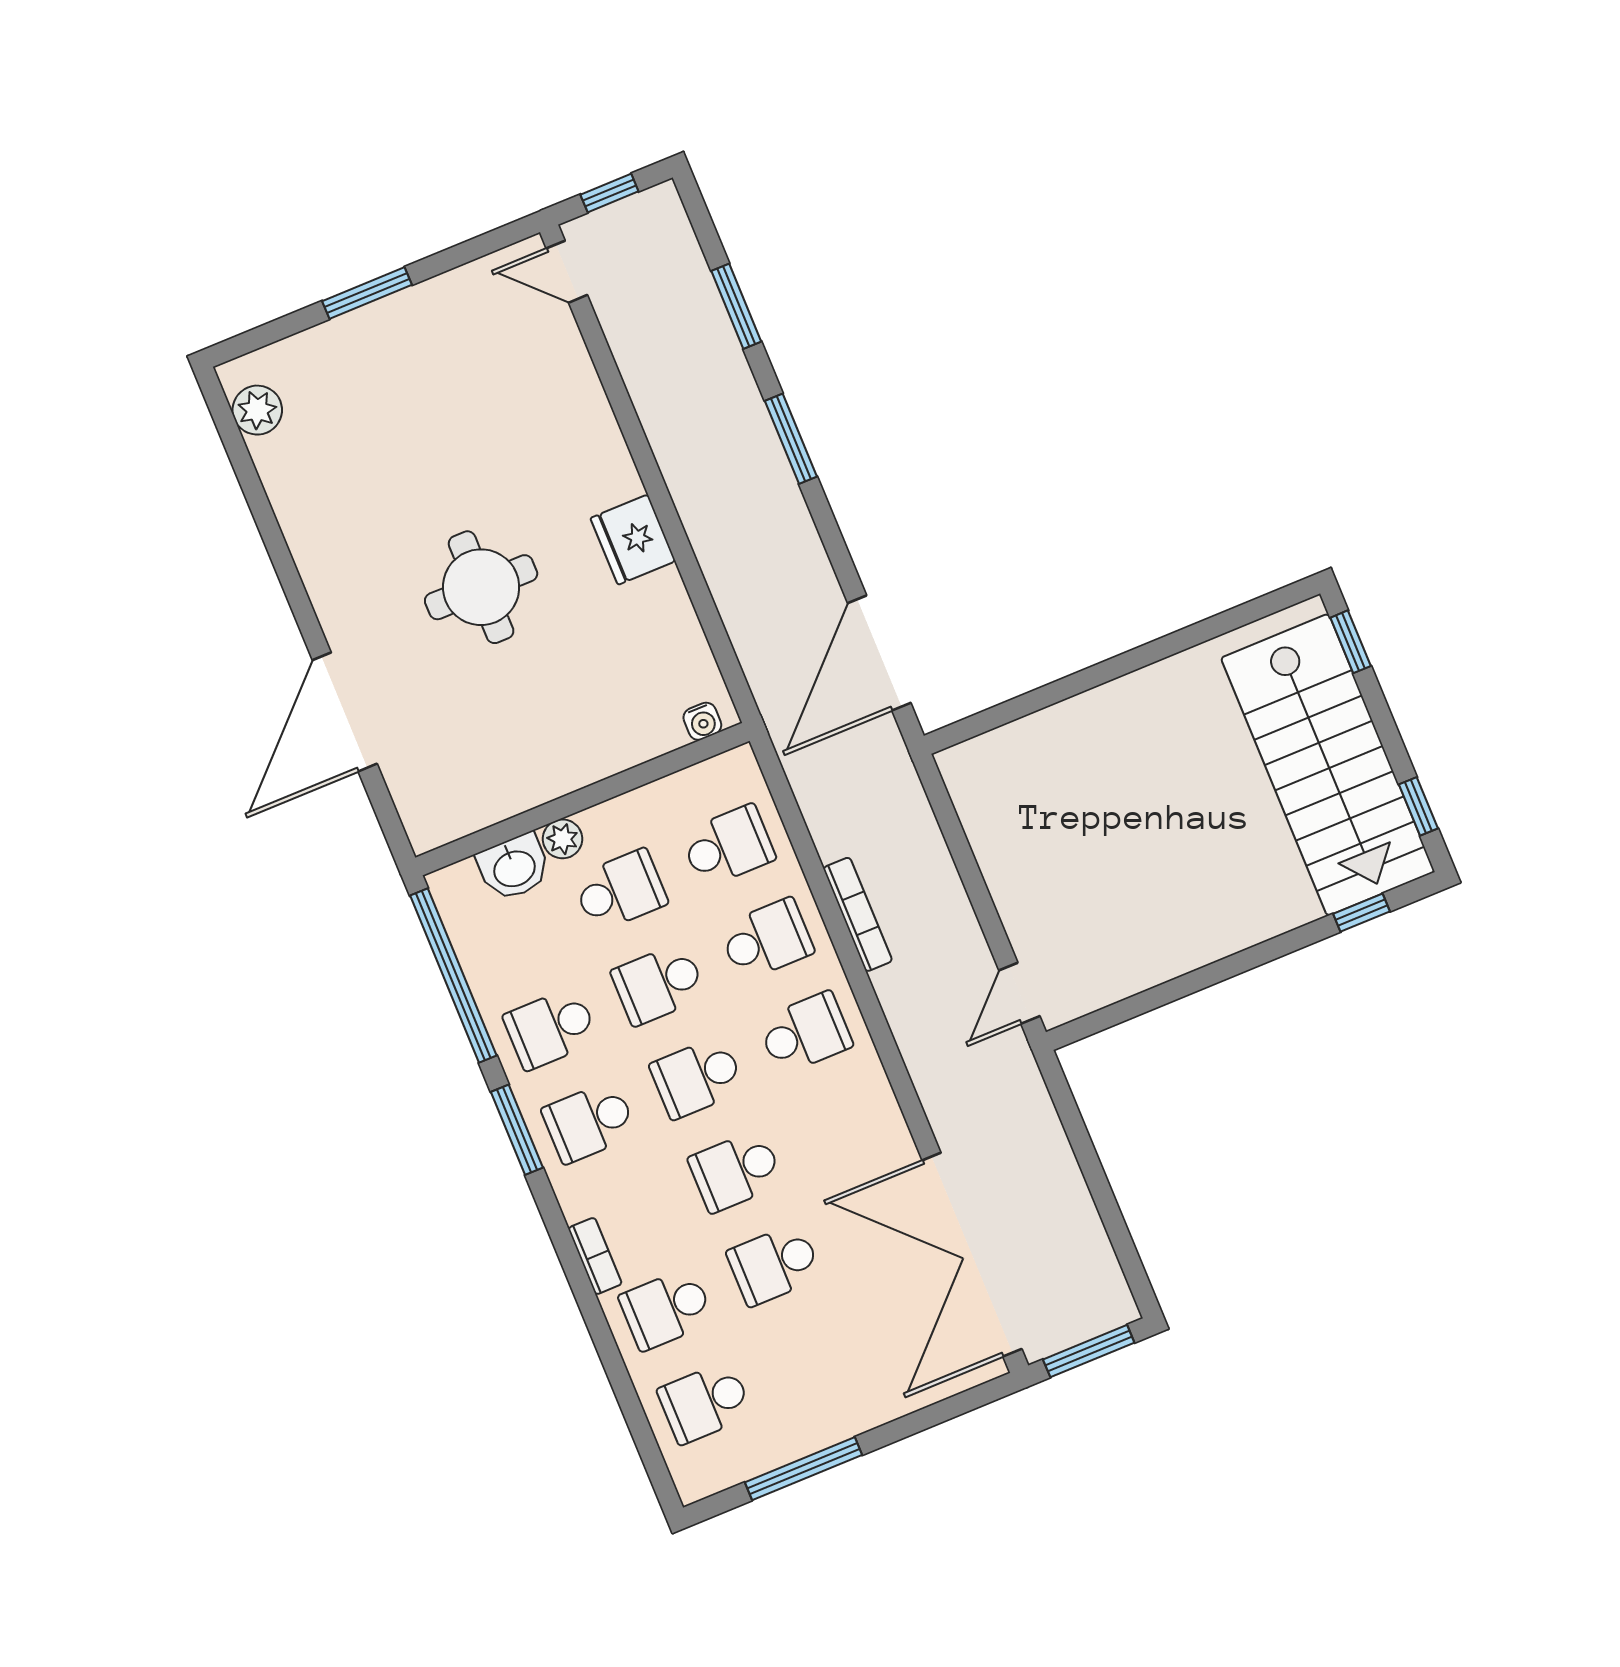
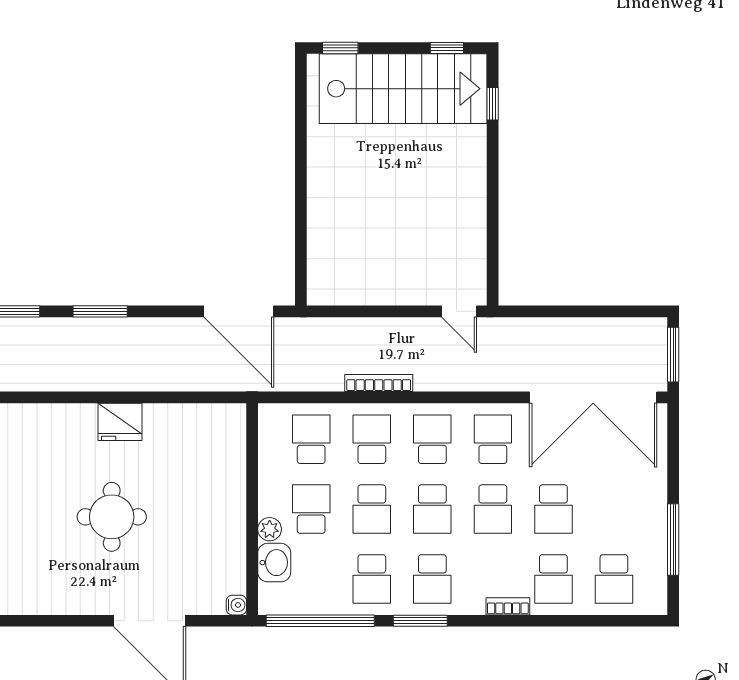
water cooler: (702, 721) -> (236, 605), moved
school desk: (844, 1126) -> (493, 439), added

